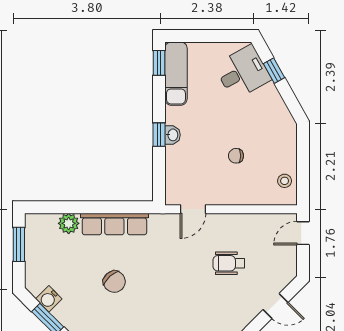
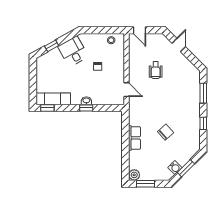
desk: (243, 72) -> (73, 51), moved
plant: (69, 223) -> (134, 175), moved
row of seats: (114, 224) -> (134, 138), width x0.68

